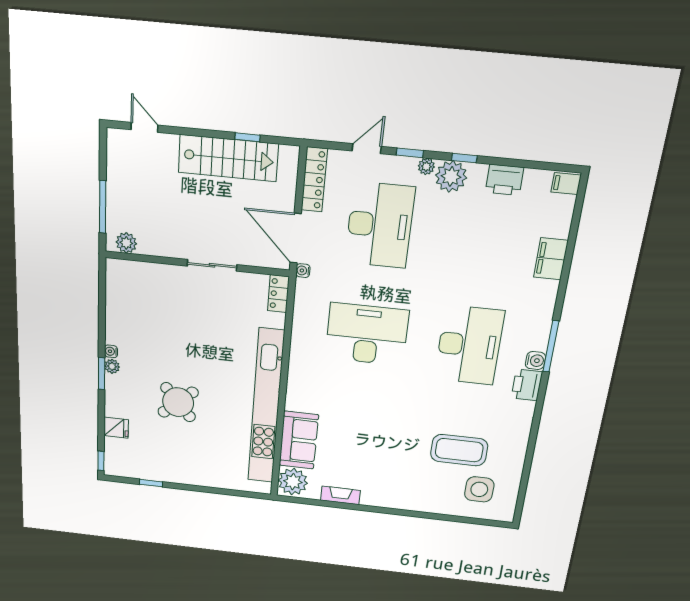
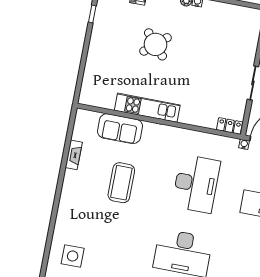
kitchen unit: (266, 407) -> (147, 108), width x0.54
coffee table: (459, 450) -> (121, 183), moved
plant: (293, 482) -> (87, 121), removed

